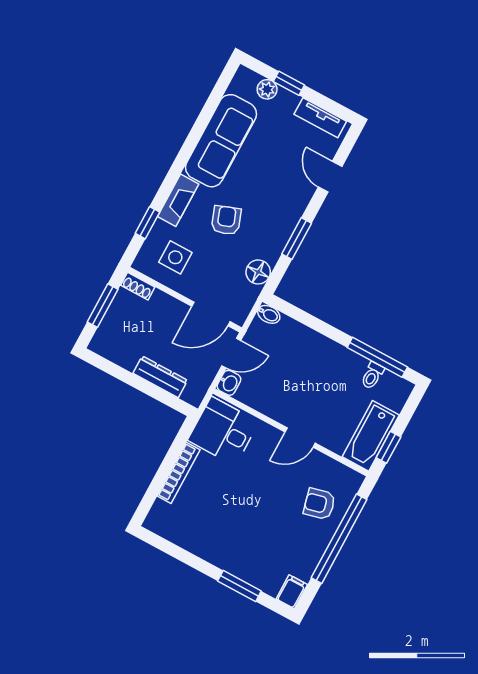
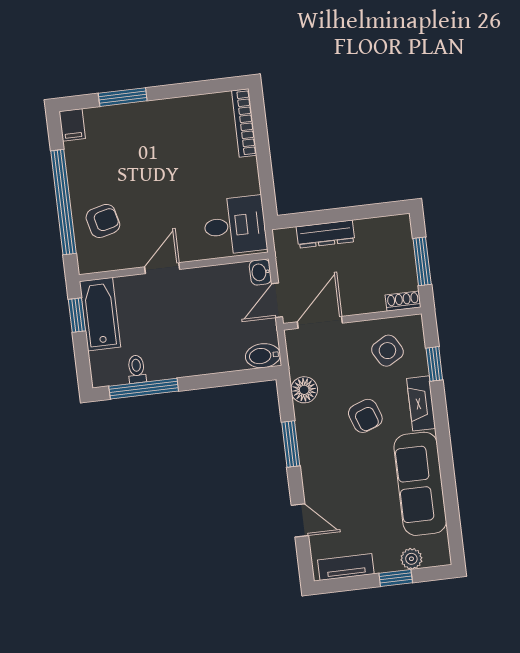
side table: (175, 257) -> (387, 351), turned -30
bidet: (269, 314) -> (263, 356), width x1.38, depth x1.36
bookcase: (179, 473) -> (244, 123), moved

